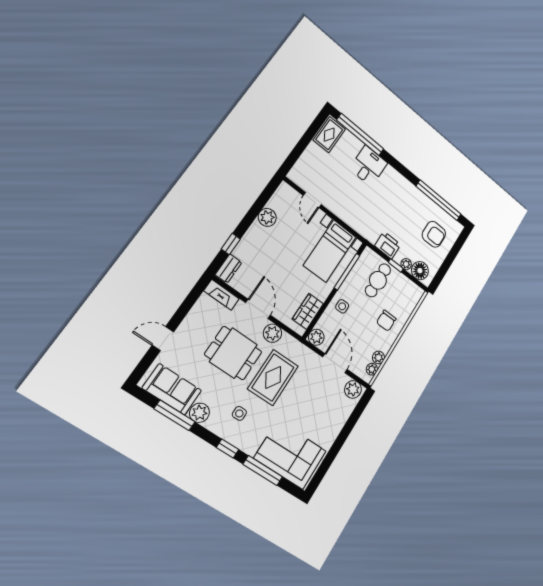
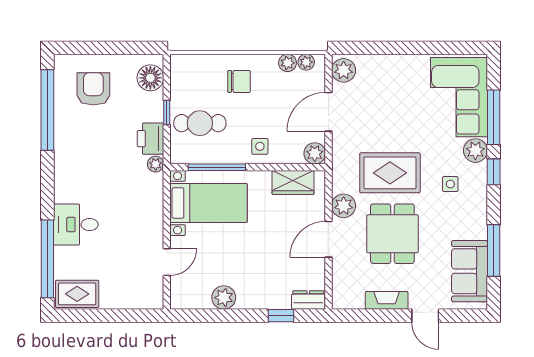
plant: (406, 264) -> (156, 164), moved
fireplace: (221, 295) -> (387, 300), moved, turned -90
plant: (199, 413) -> (475, 151), moved

